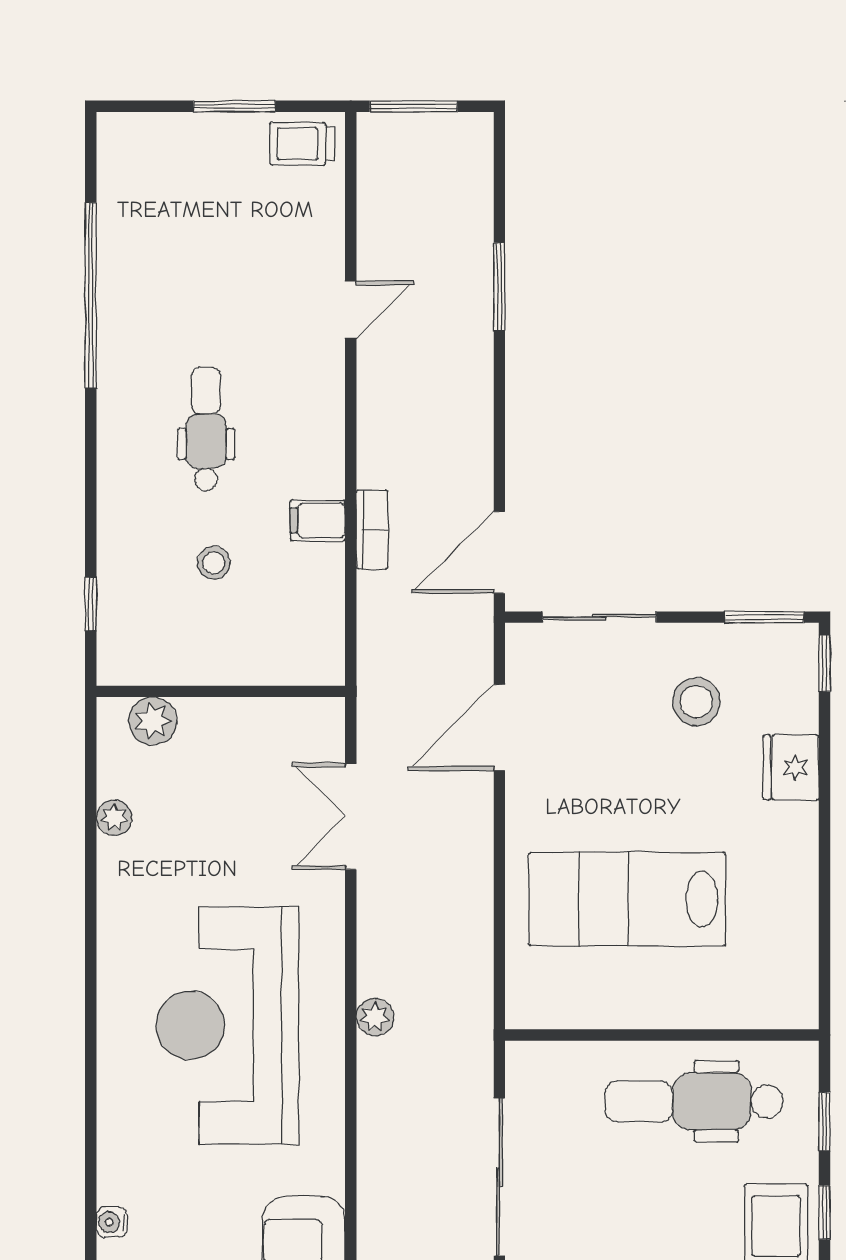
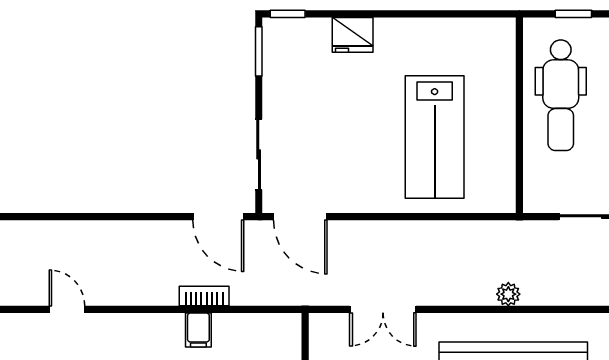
window: (499, 287) -> (53, 217), removed
stool: (696, 702) -> (311, 94), removed
door: (499, 727) -> (300, 217), moved

